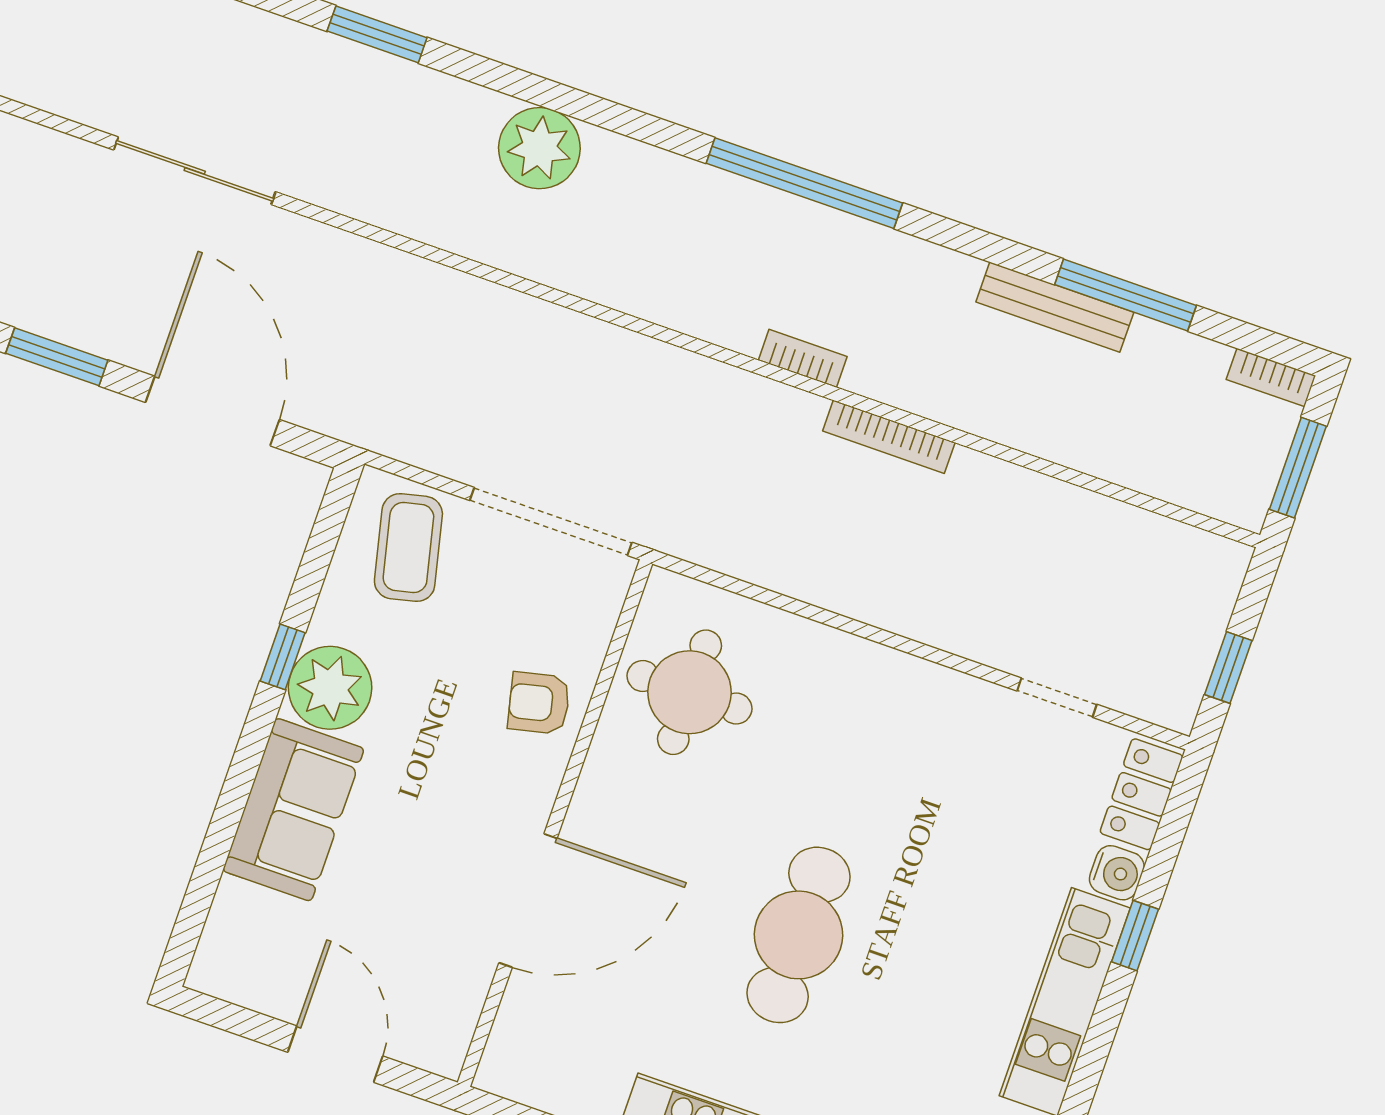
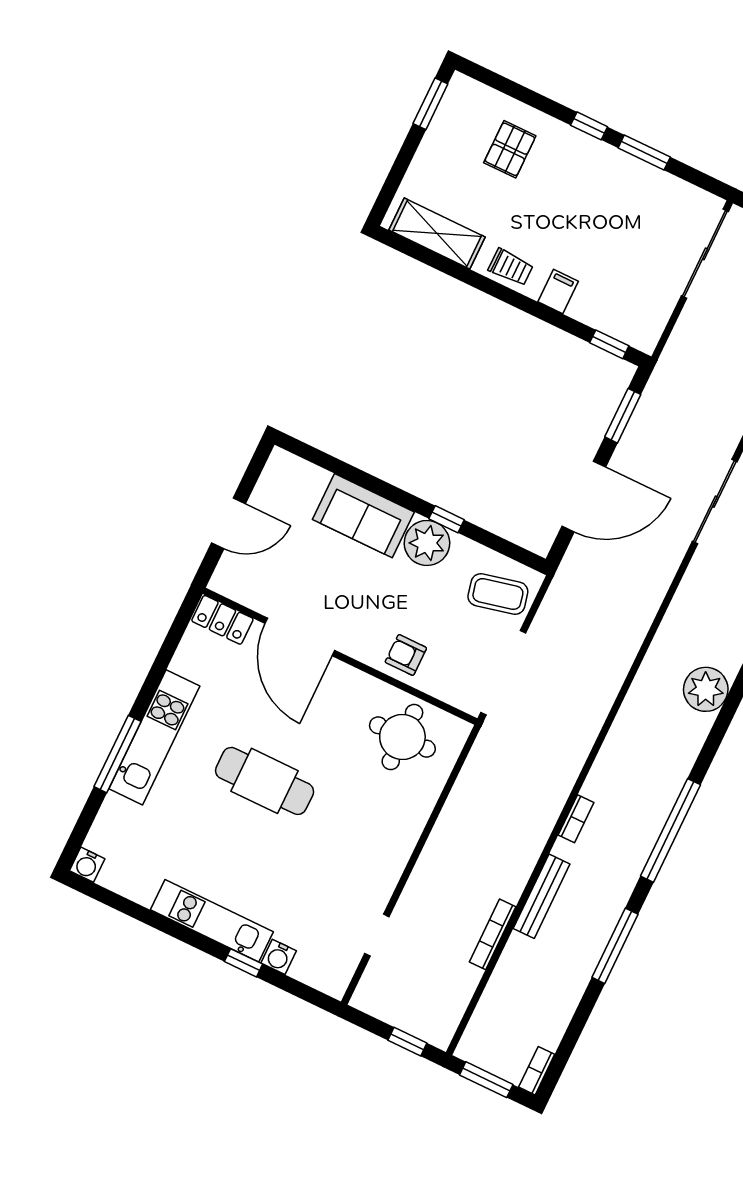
window: (1126, 295) -> (615, 946), moved
bench: (1055, 307) -> (542, 896), moved
bookcase: (889, 437) -> (493, 934), moved
window: (1228, 668) -> (407, 1042), moved
armchair: (539, 703) -> (406, 655), turned -77
locker: (1141, 794) -> (222, 620), moved, turned 180

